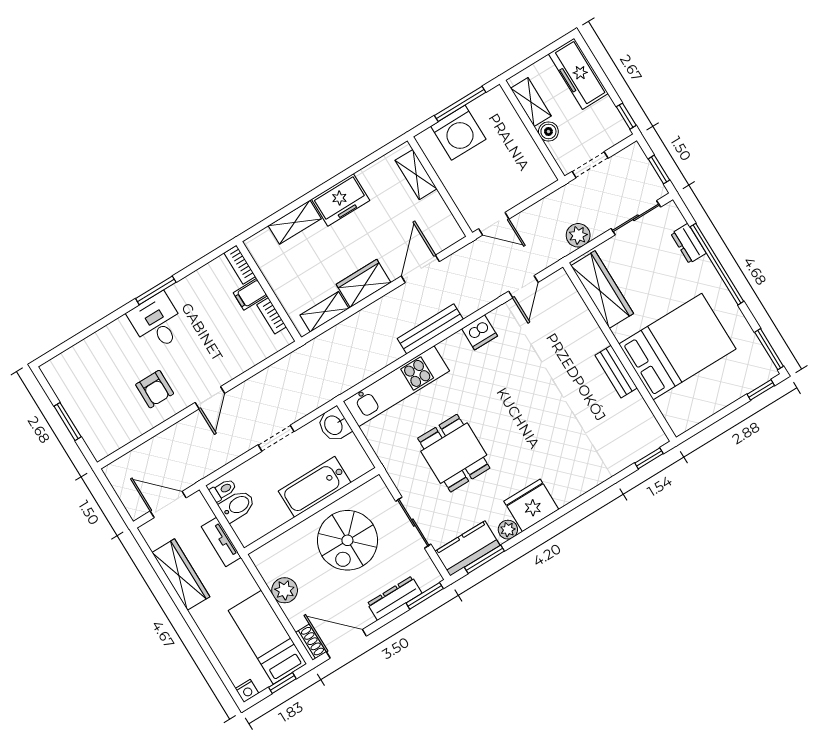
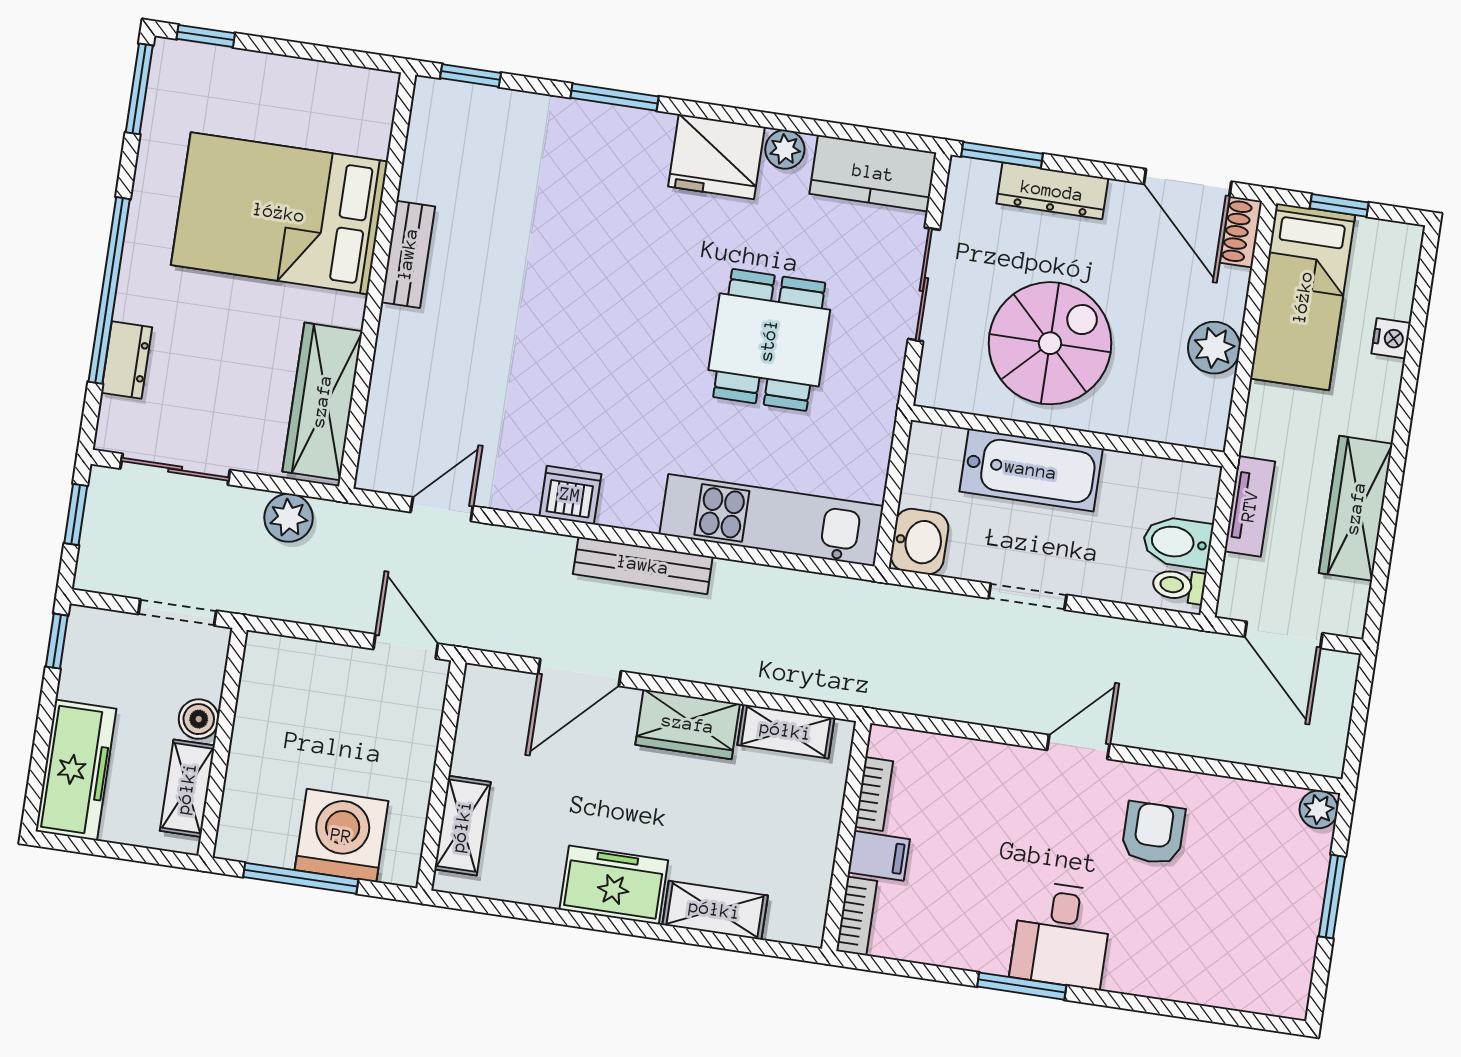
plant: (100, 450) -> (1319, 809), added
window: (484, 559) -> (614, 97), moved
nightstand: (247, 691) -> (1391, 338), moved, turned 90

